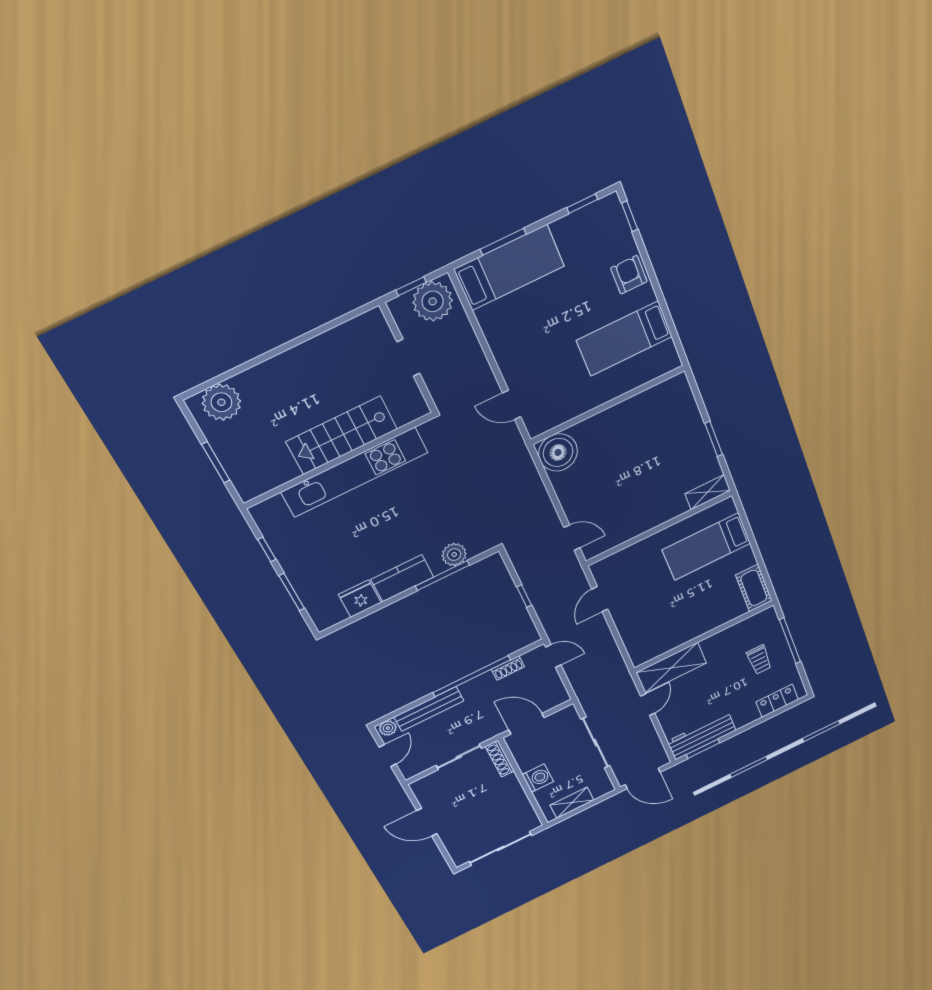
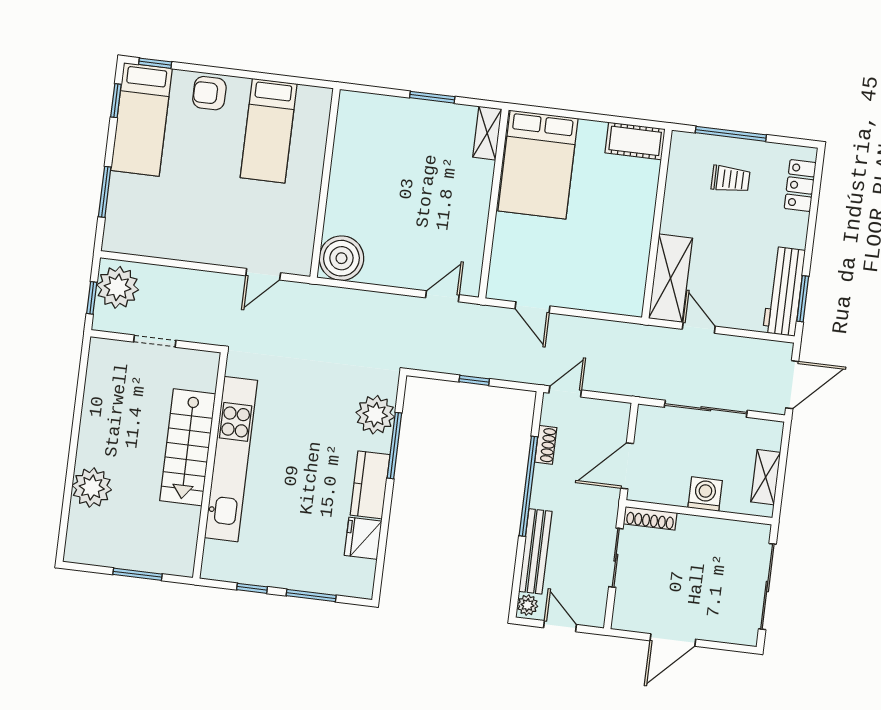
bed: (509, 268) -> (141, 119), moved, turned 180
plant: (221, 402) -> (92, 488), moved
bed: (706, 547) -> (538, 165), width x1.50
plant: (454, 555) -> (375, 415), width x1.36, depth x1.36

